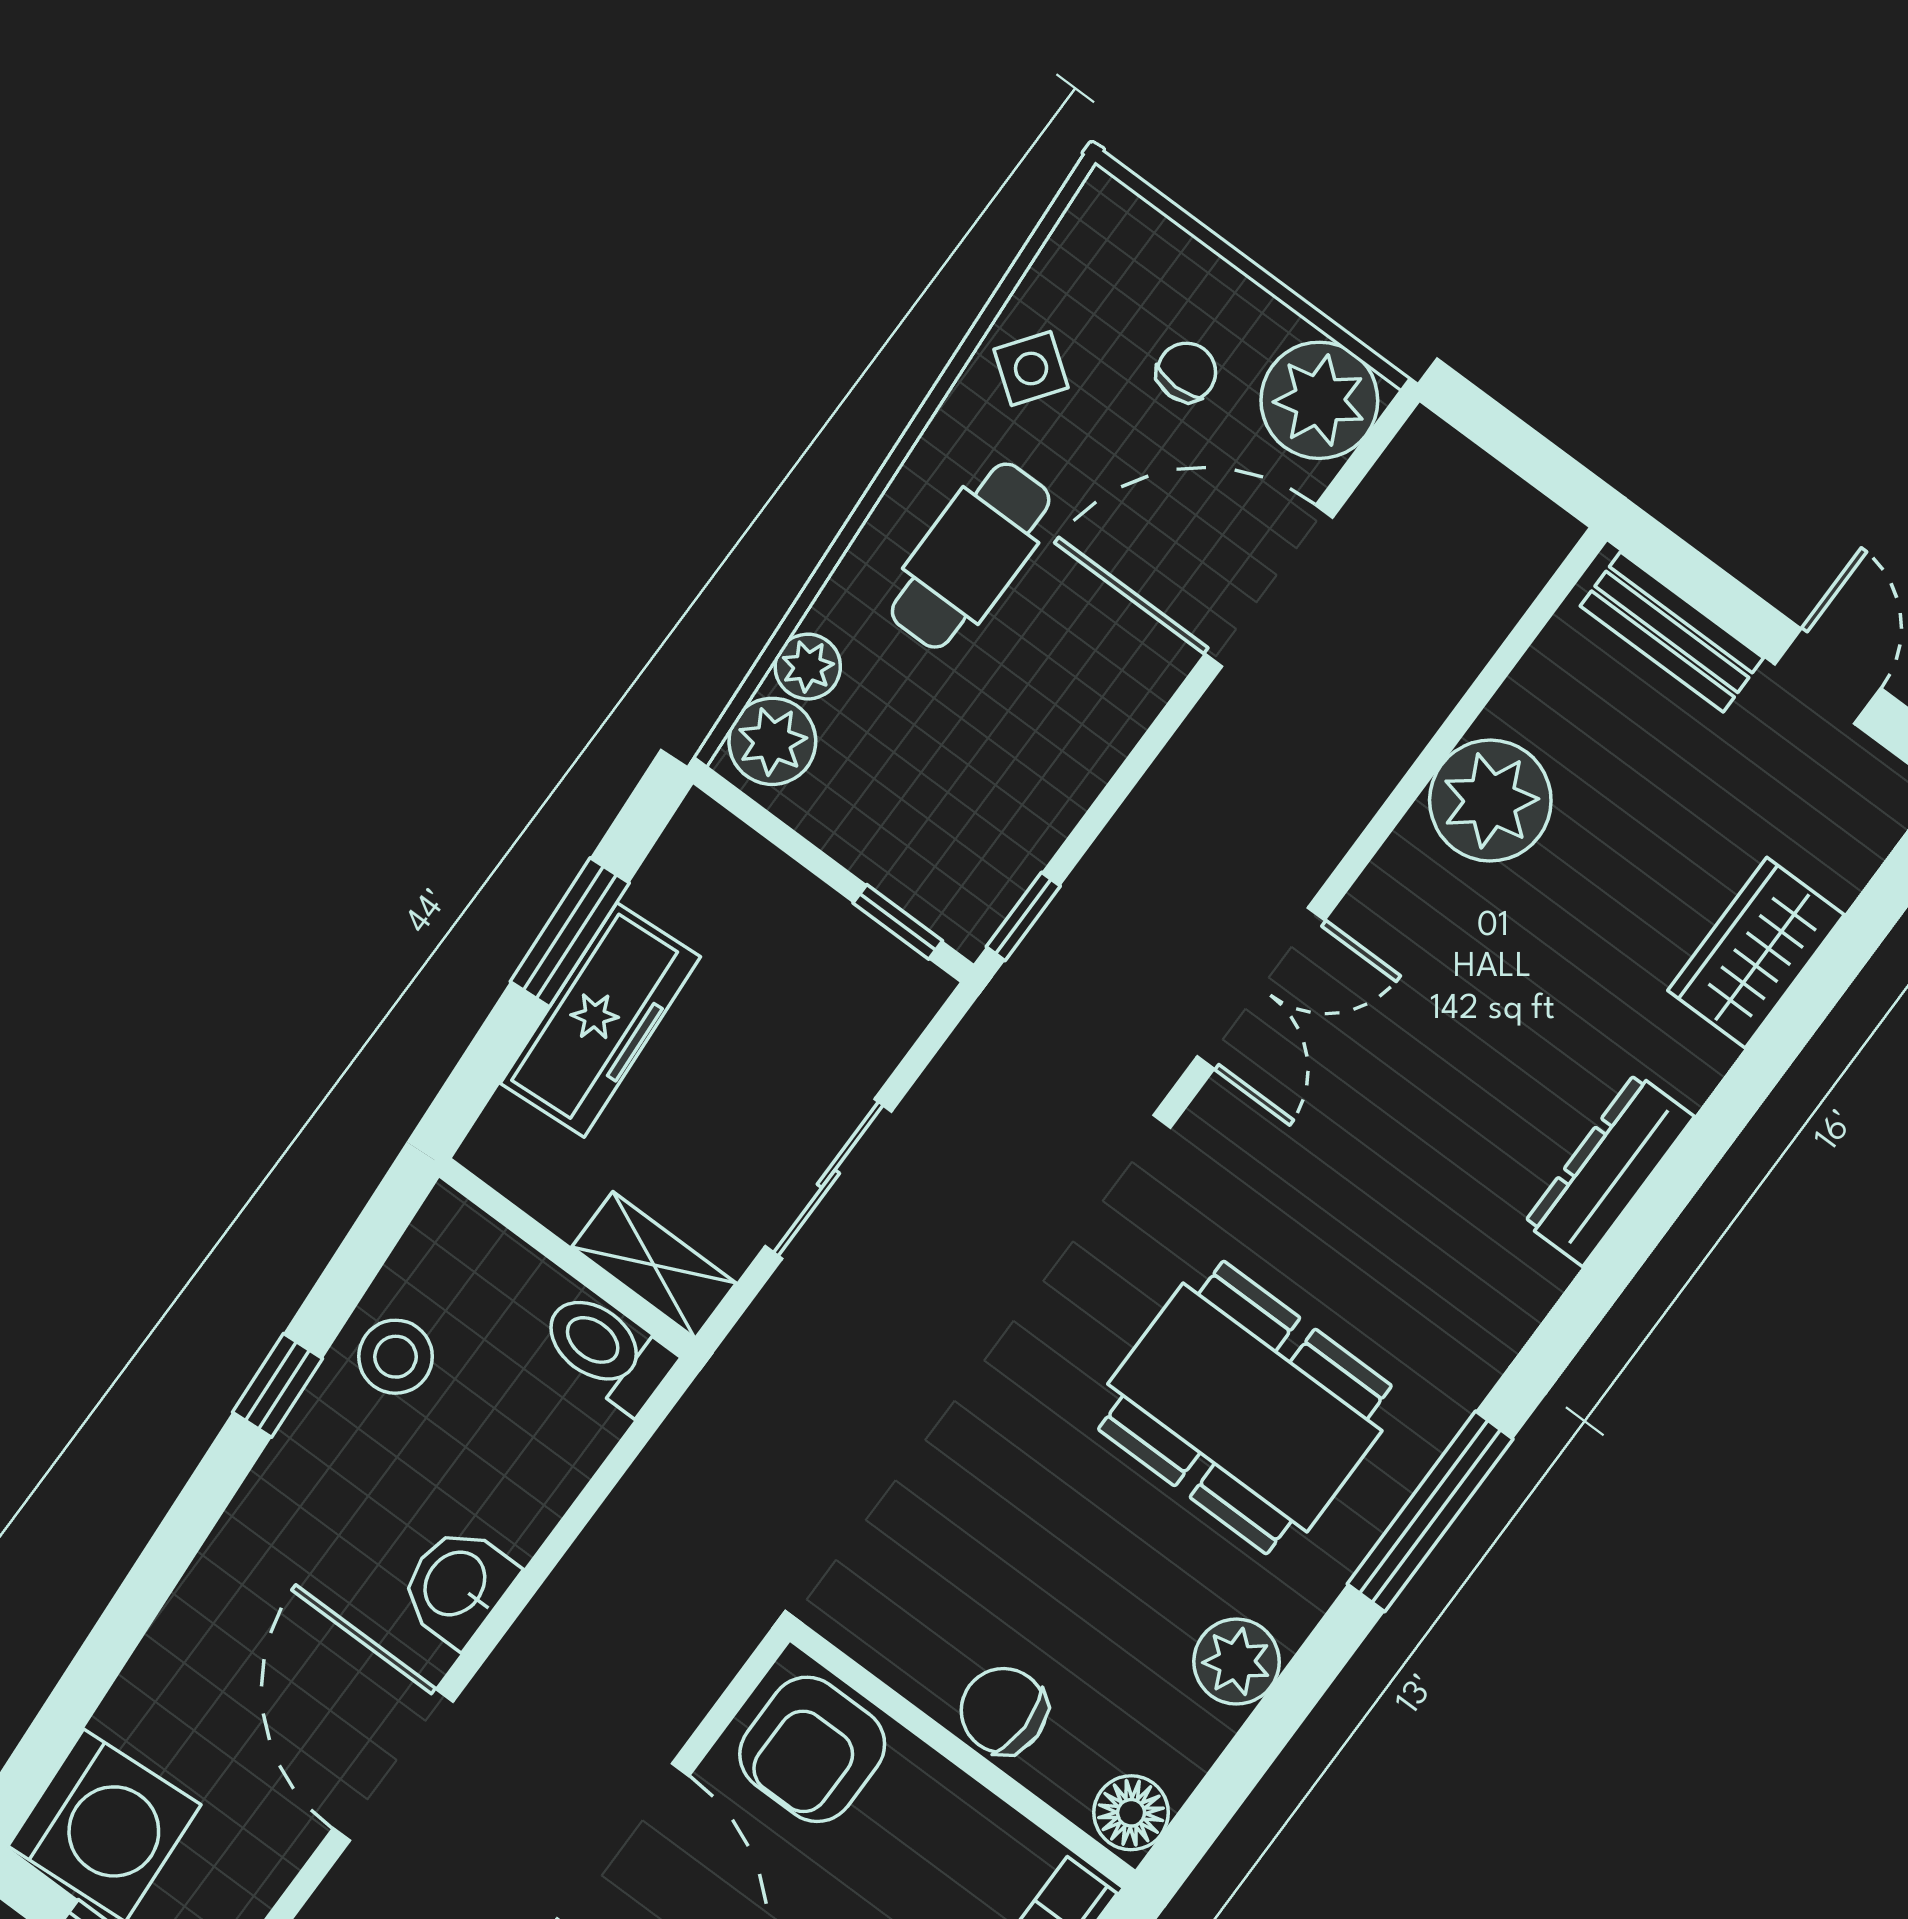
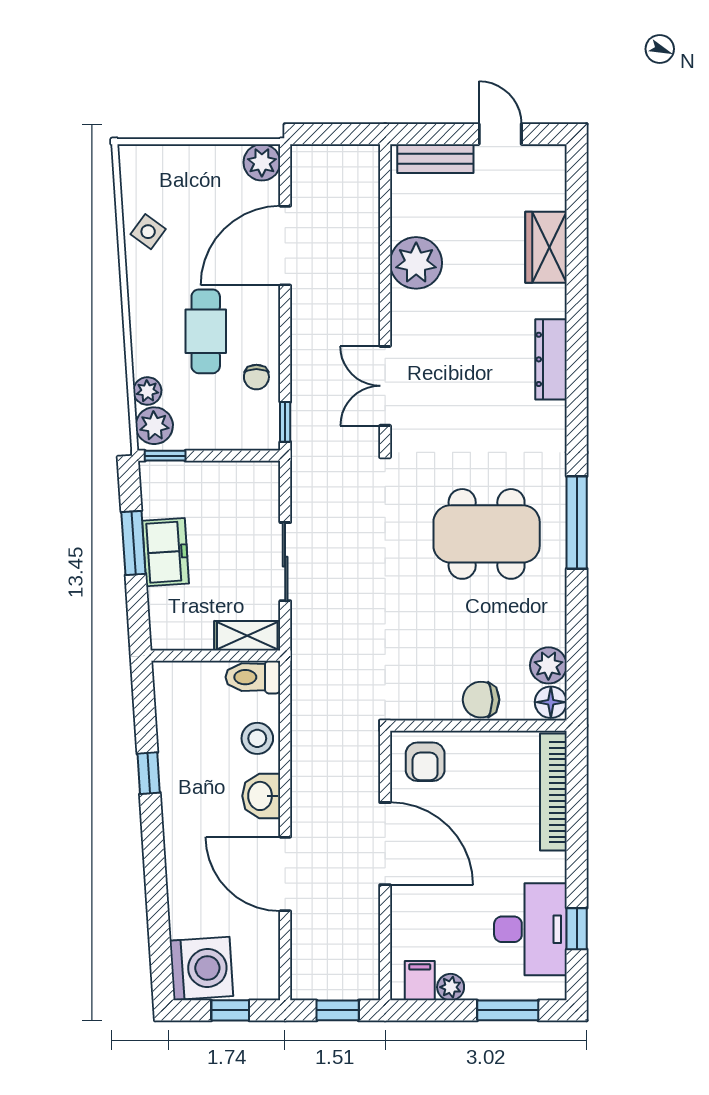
chair: (1187, 372) -> (256, 377), moved, turned 180
plant: (1319, 400) -> (262, 162), width x0.73, depth x0.73
cafe table: (971, 556) -> (206, 331), moved
window: (898, 922) -> (165, 456), moved
double door: (1261, 988) -> (385, 386), swing flipped
freezer: (600, 1020) -> (165, 552), width x0.71
stool: (396, 1357) -> (257, 738), moved
plant: (1237, 1662) -> (548, 665), moved
armchair: (812, 1749) -> (425, 762), width x0.72, depth x0.72

